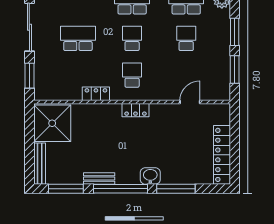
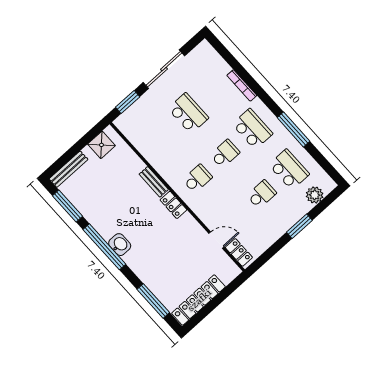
window: (235, 69) -> (271, 252), removed
locker: (96, 94) -> (239, 252), moved
shower: (52, 123) -> (101, 145), width x0.54, depth x0.54
washbasin: (150, 176) -> (120, 245), moved
bench: (99, 178) -> (154, 182), moved
window: (176, 189) -> (153, 301), moved

